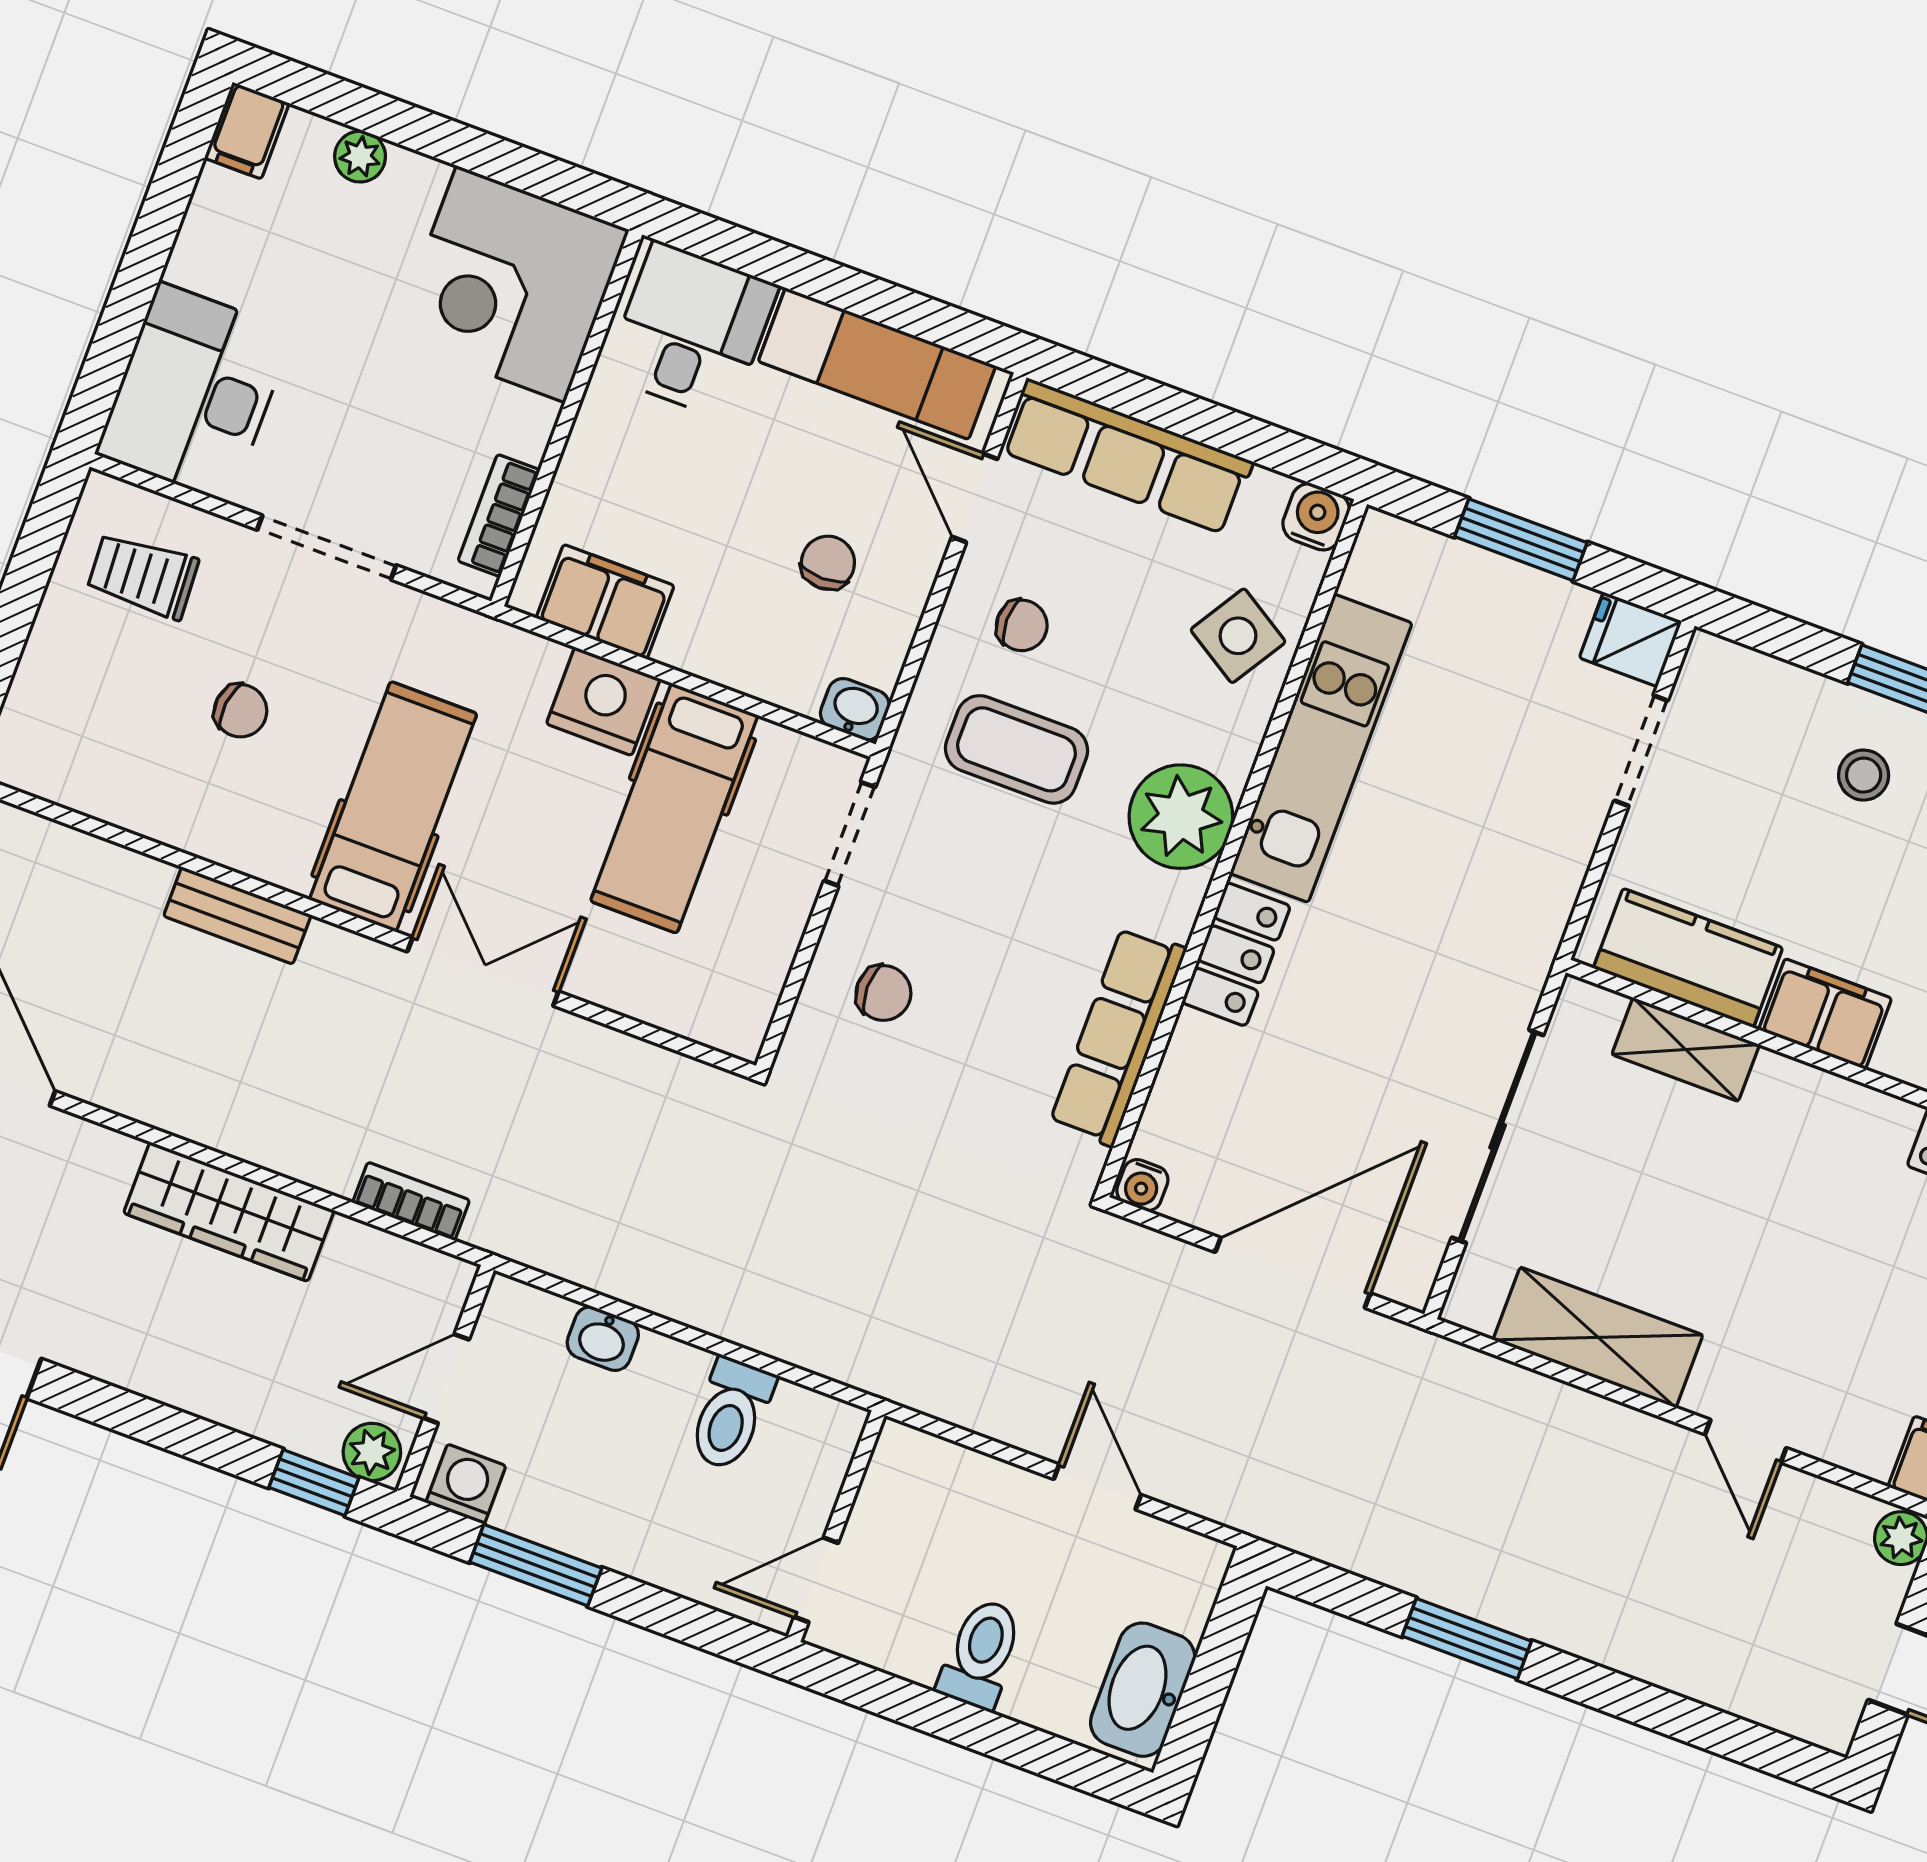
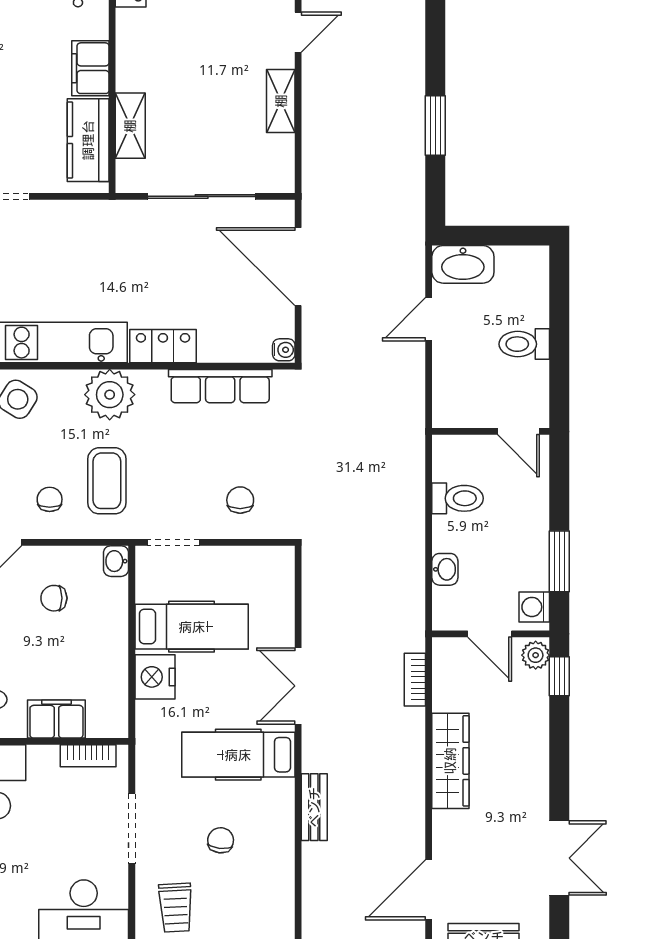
filing cabinet: (605, 602) -> (56, 719), moved, turned 90
shelving: (1598, 1337) -> (281, 101), width x0.67, depth x0.75
washbasin: (1143, 1690) -> (463, 264), moved

